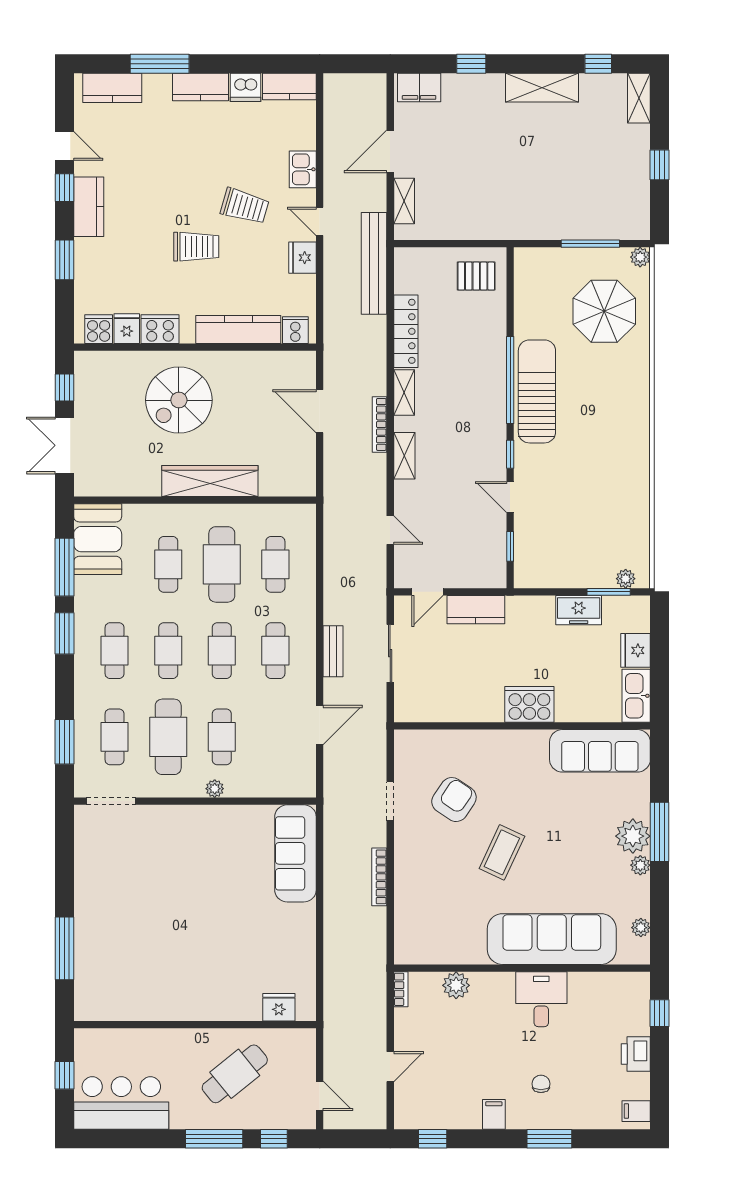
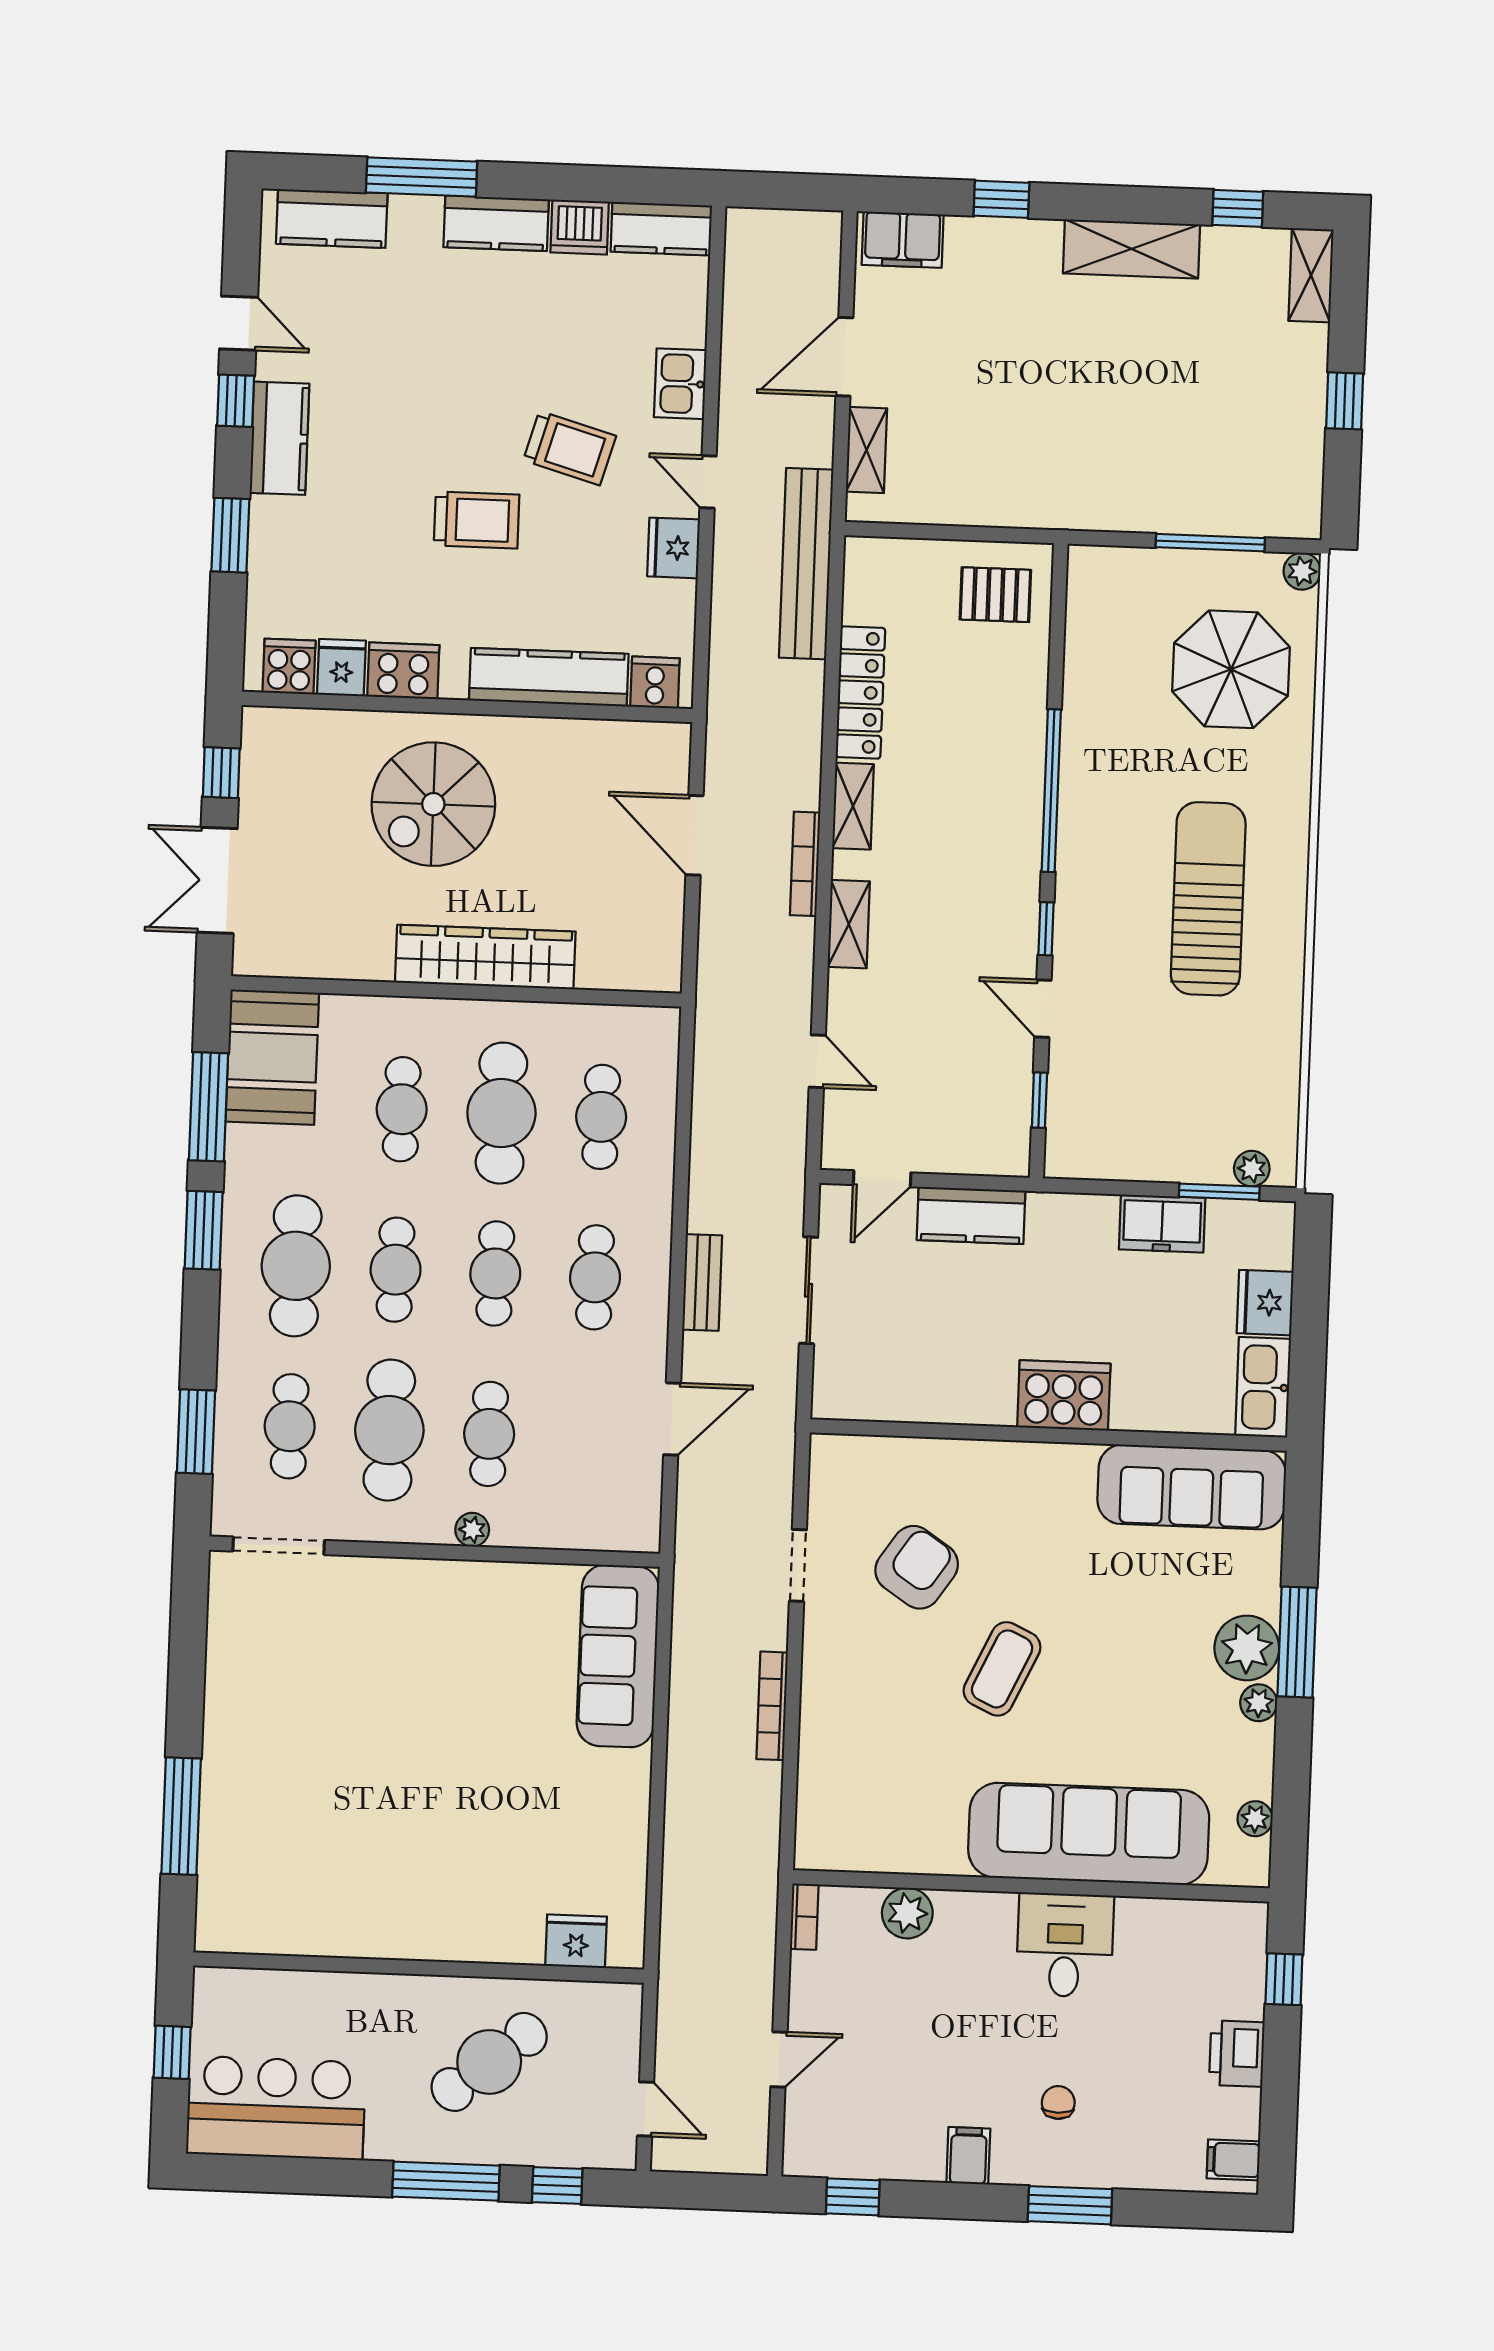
sun lounger: (537, 391) -> (1208, 899), moved
cafe table: (115, 651) -> (296, 1266), width x1.37, depth x1.35

